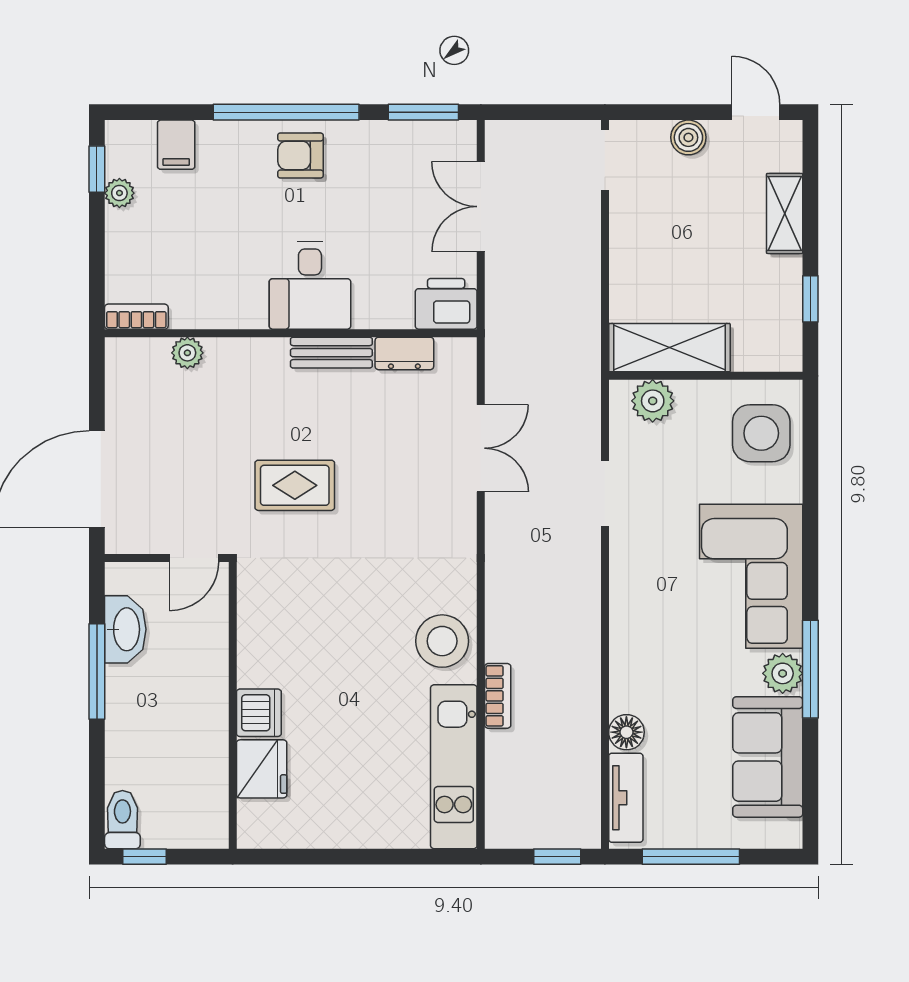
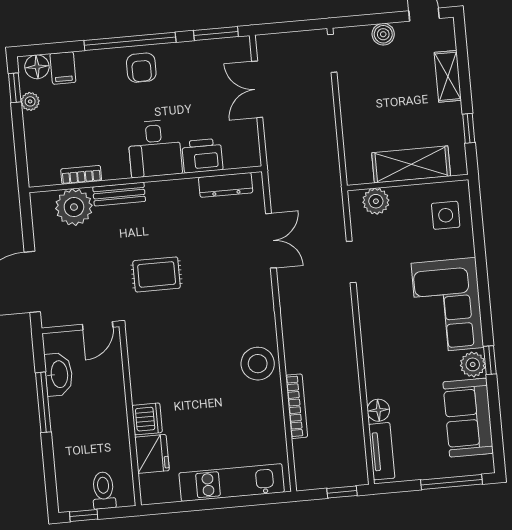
floor lamp: (135, 139) -> (37, 67), added
armchair: (300, 155) -> (141, 68), turned -90
printer: (446, 304) -> (202, 156), moved
bookcase: (136, 317) -> (81, 175), moved
shelving: (669, 348) -> (411, 164), moved
plant: (187, 353) -> (74, 207), width x1.88, depth x1.88
bench: (331, 353) -> (119, 194), moved
dresser: (404, 353) -> (226, 185), width x1.44
side table: (761, 433) -> (446, 215), width x0.73, depth x0.73
window: (810, 669) -> (490, 360), width x0.46
bookcase: (498, 696) -> (297, 406), width x1.56
kitchen unit: (454, 767) -> (232, 483), moved, turned 90
toilet: (122, 820) -> (104, 490), moved
window: (691, 857) -> (451, 482), moved

